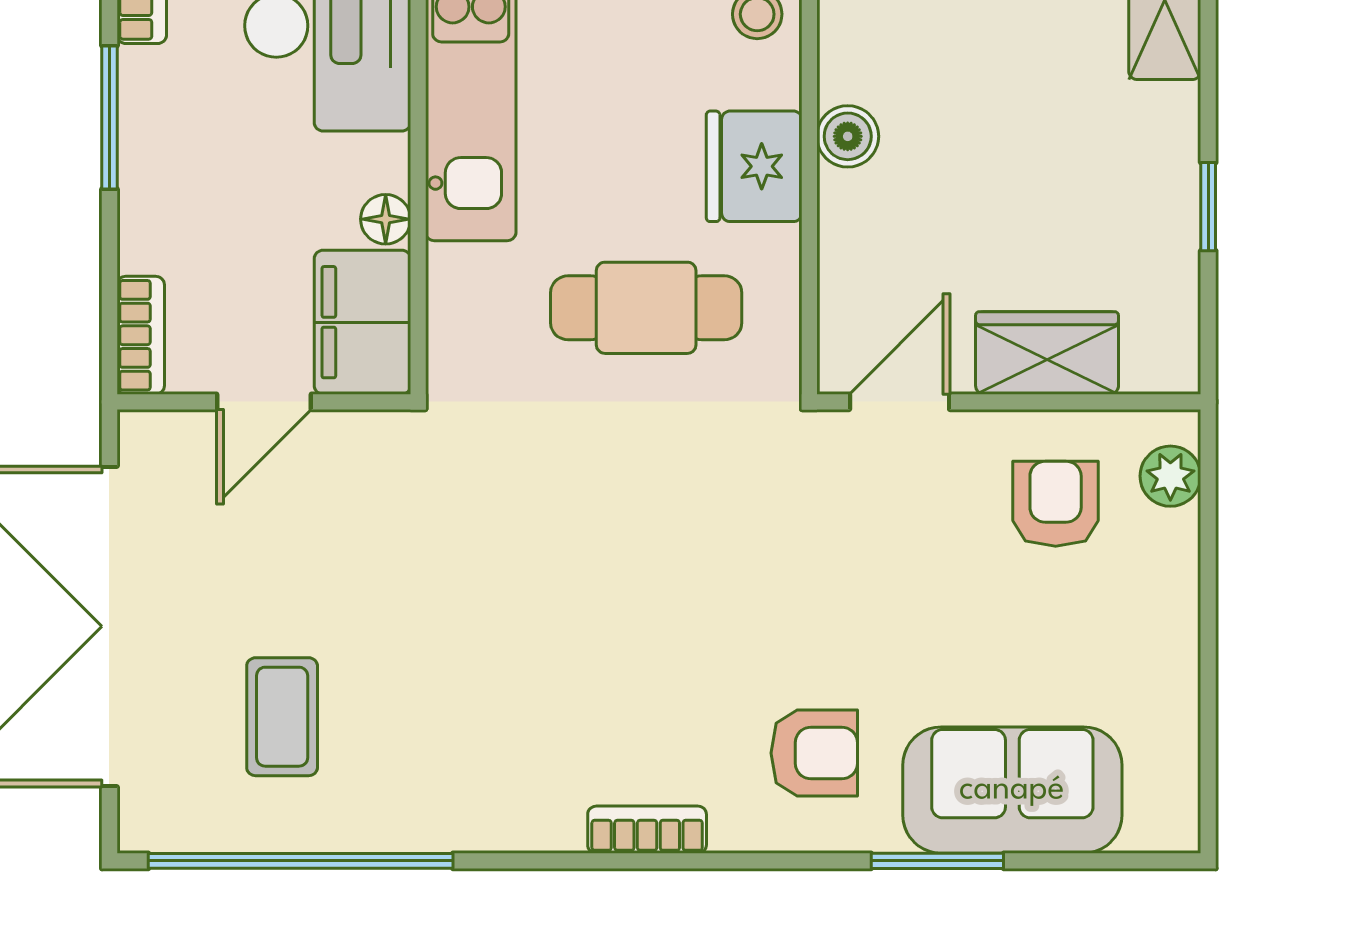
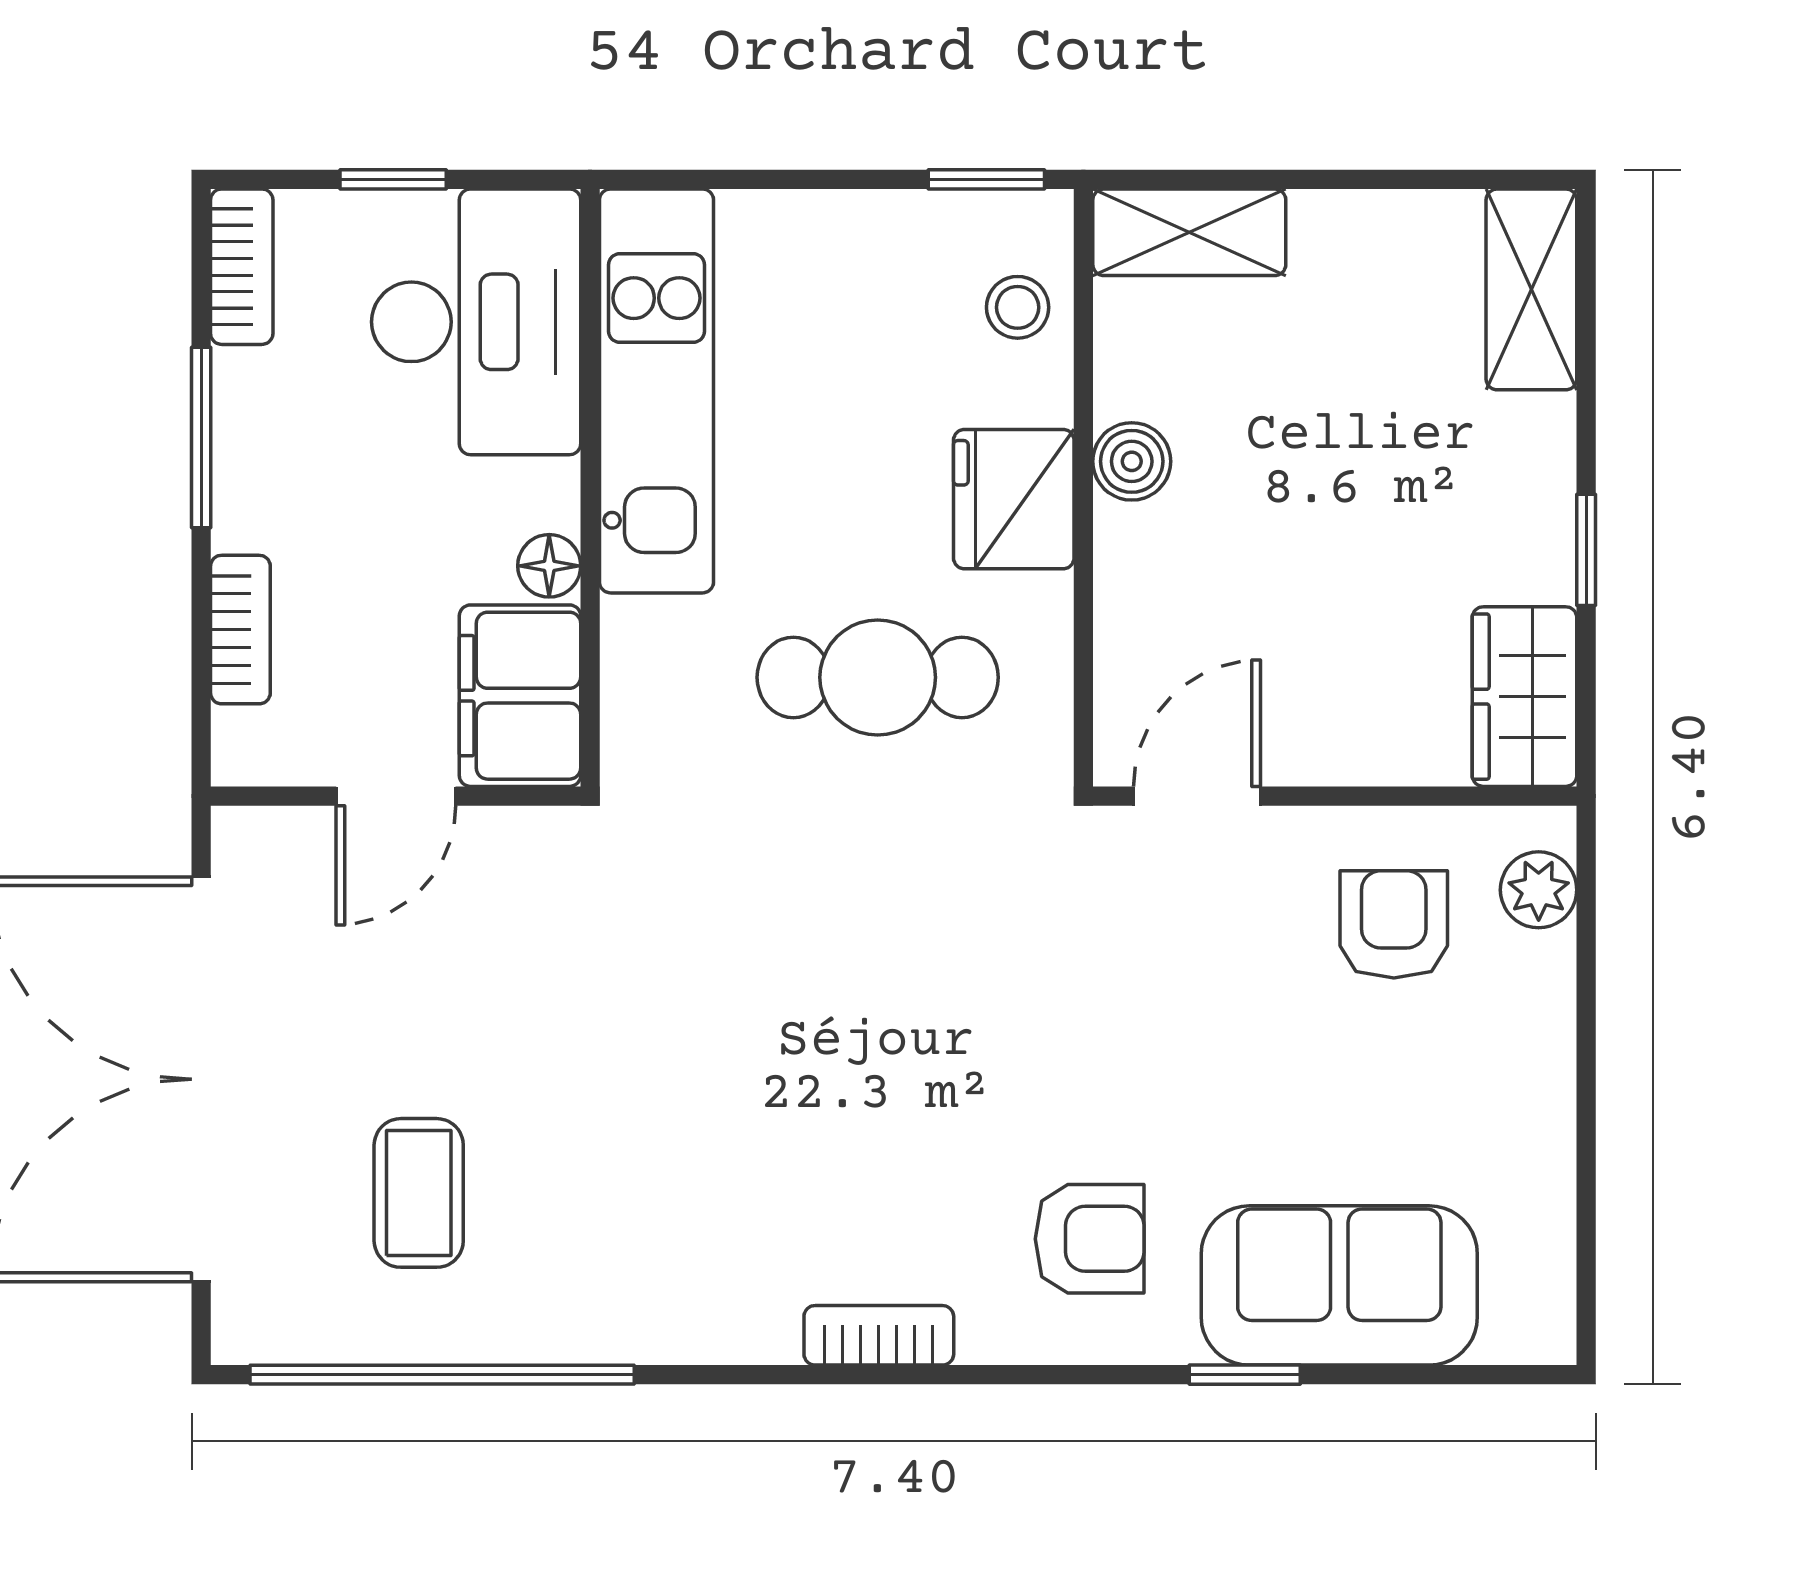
bookcase: (141, 335) -> (240, 630), moved
wardrobe: (1047, 353) -> (1524, 697), moved, turned -90
window: (937, 861) -> (1245, 1375), width x0.67

